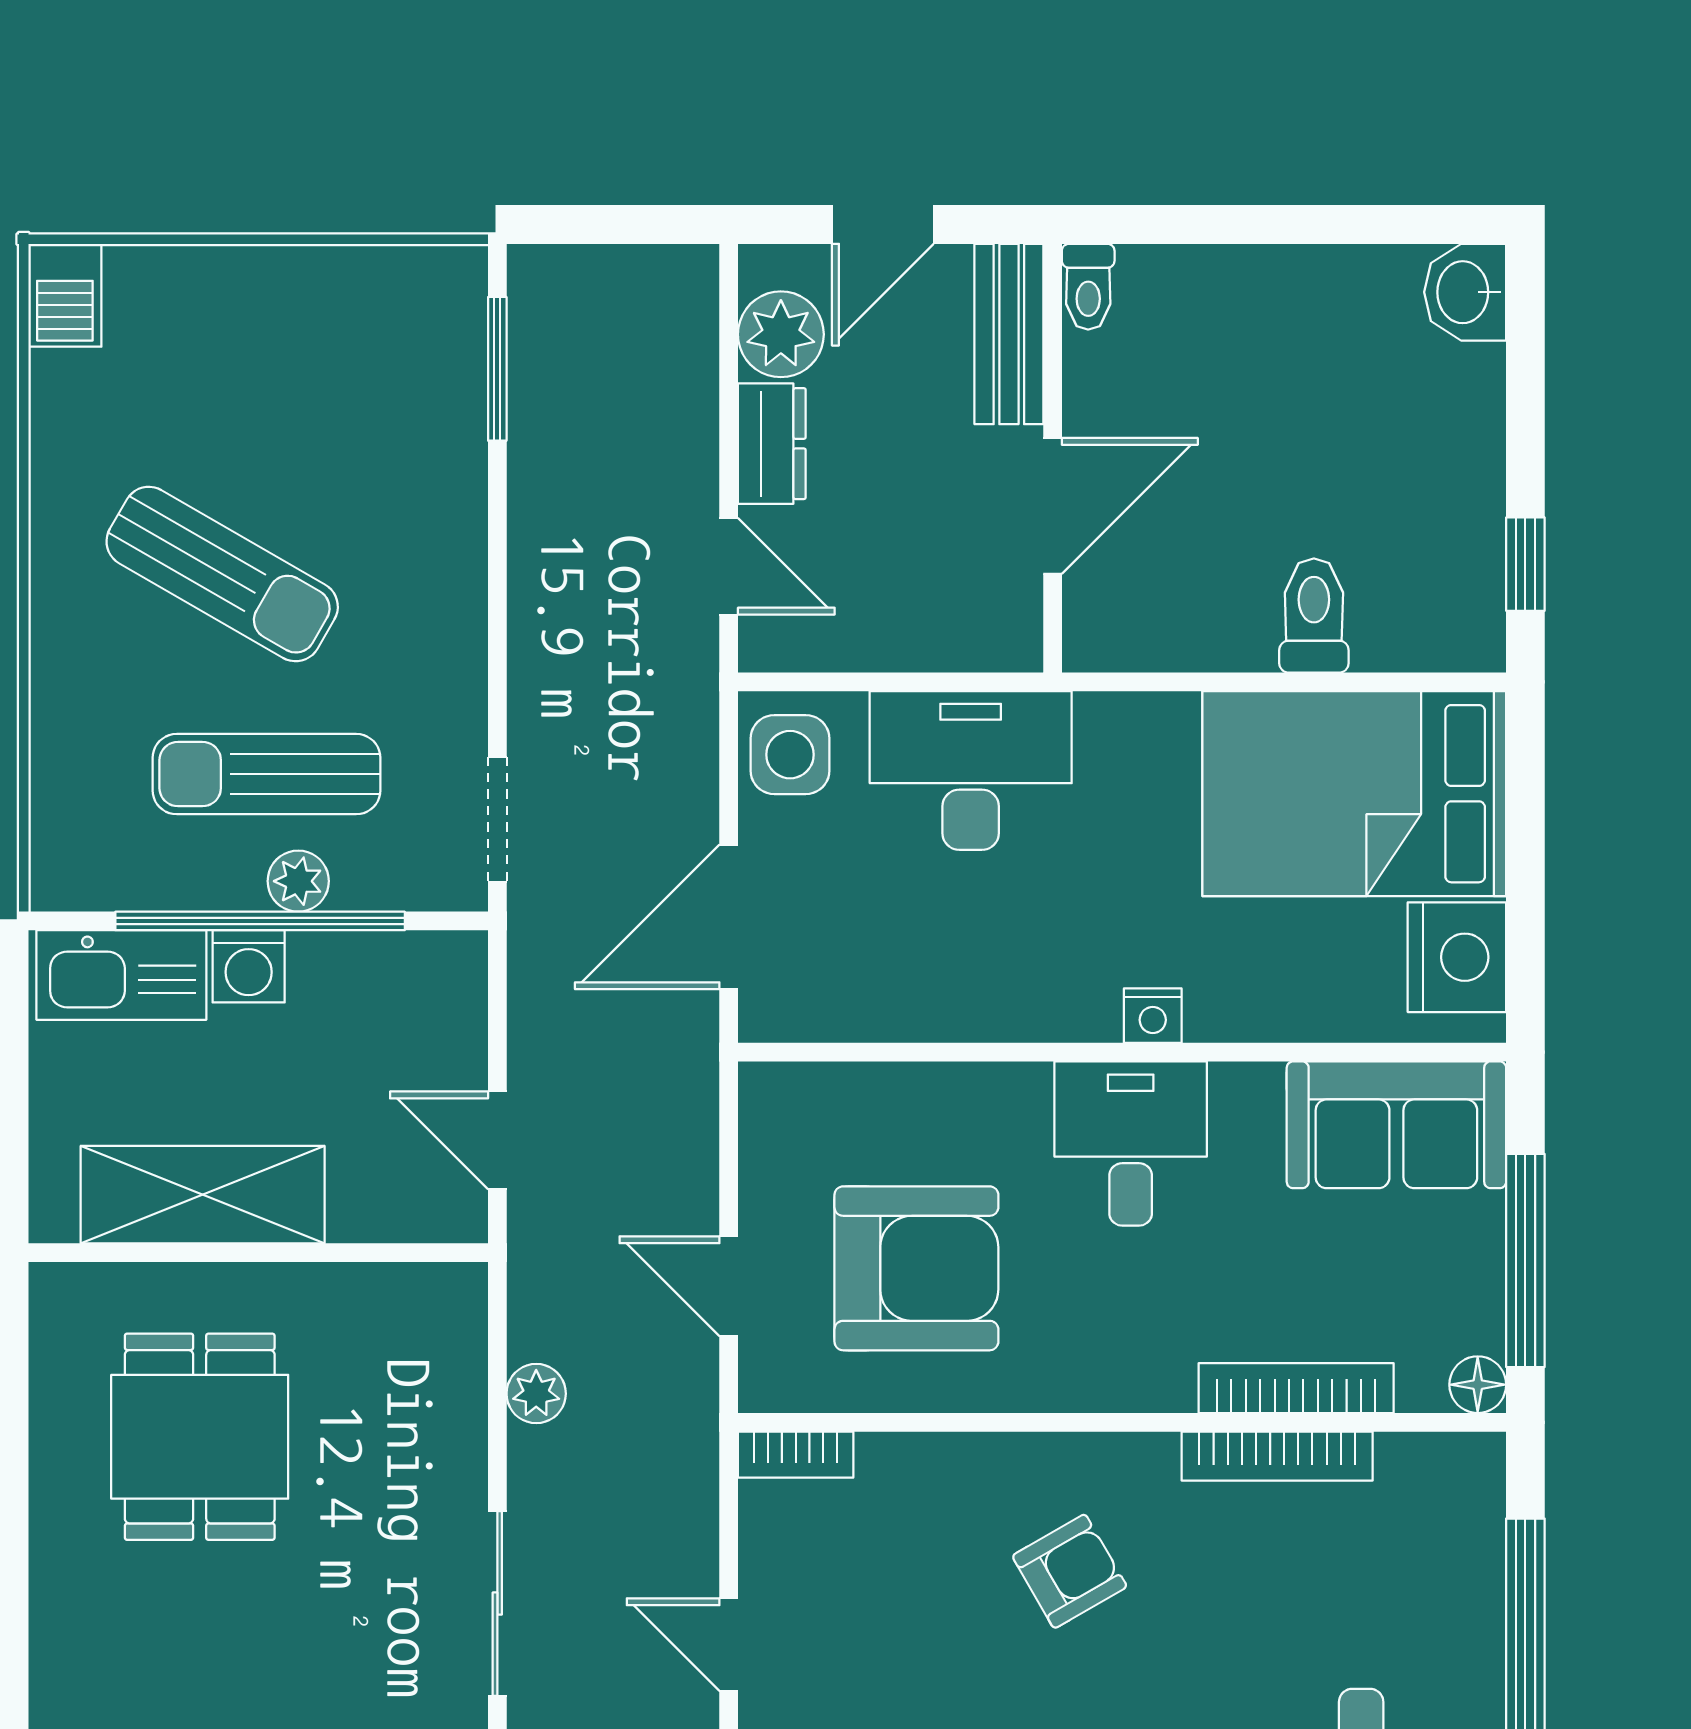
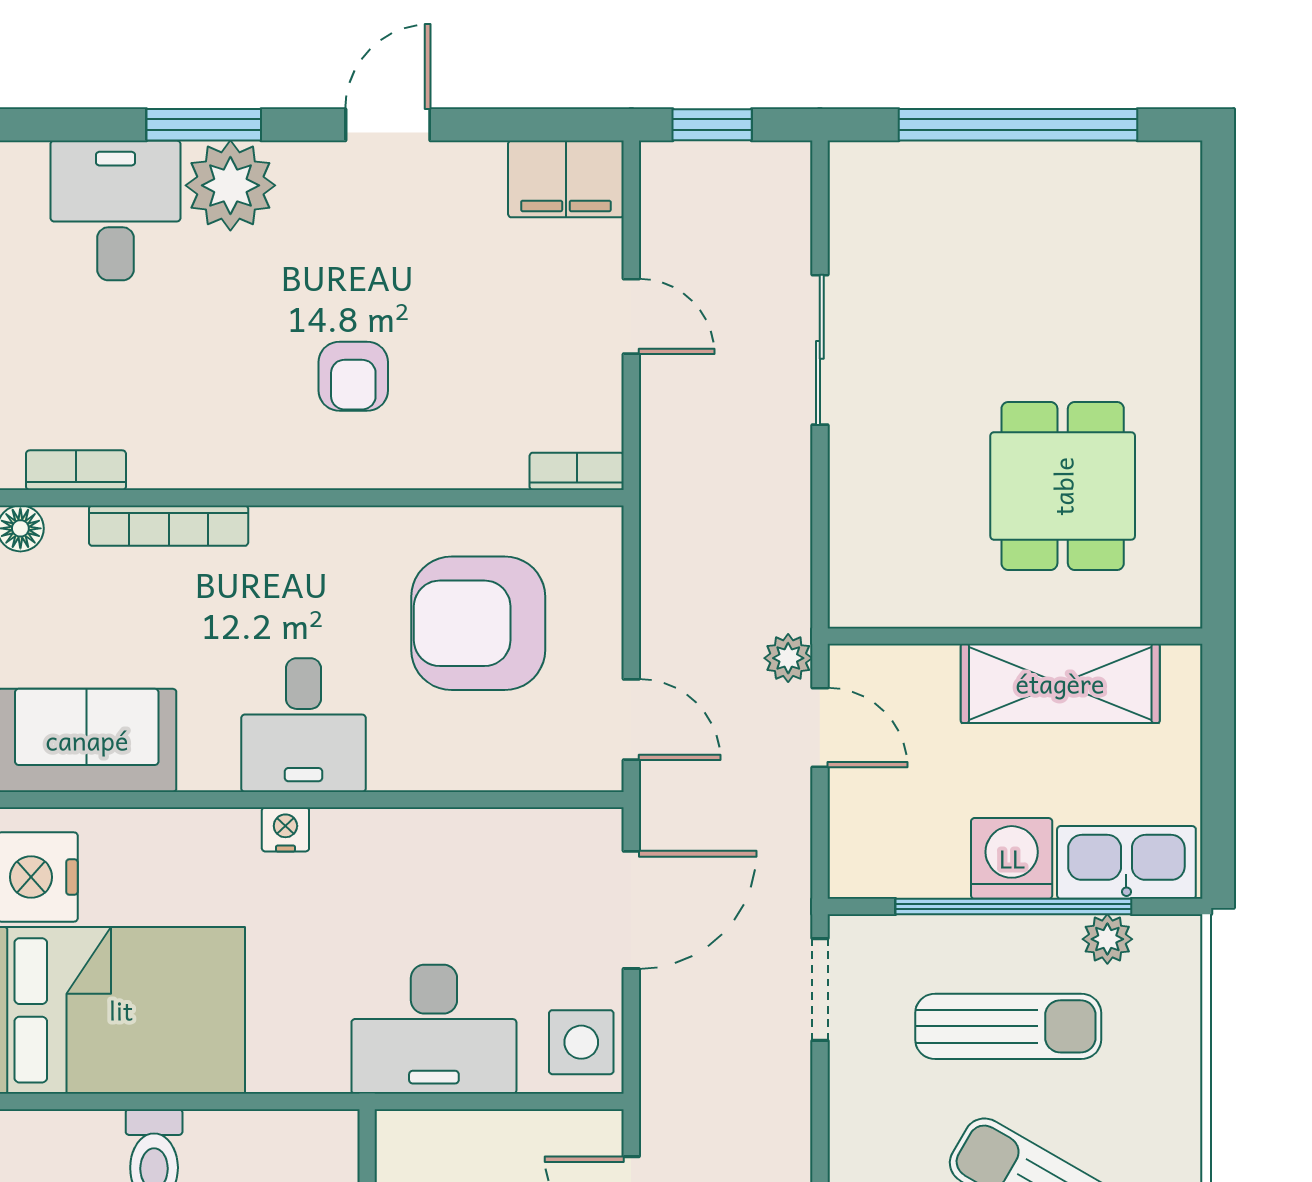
plant: (298, 881) -> (1107, 939), moved
washing machine: (249, 966) -> (1012, 858), width x1.38, depth x1.38
door: (729, 1286) -> (631, 720), moved
plant: (536, 1394) -> (788, 658), moved
bookcase: (1277, 1456) -> (76, 470), moved, width x0.64
armchair: (1070, 1571) -> (353, 376), turned -60

